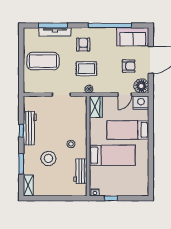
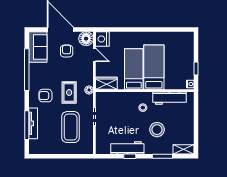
coffee table: (43, 61) -> (71, 127), moved
bed: (128, 130) -> (134, 69), moved, turned 180
workbench: (81, 171) -> (170, 98), width x1.38

